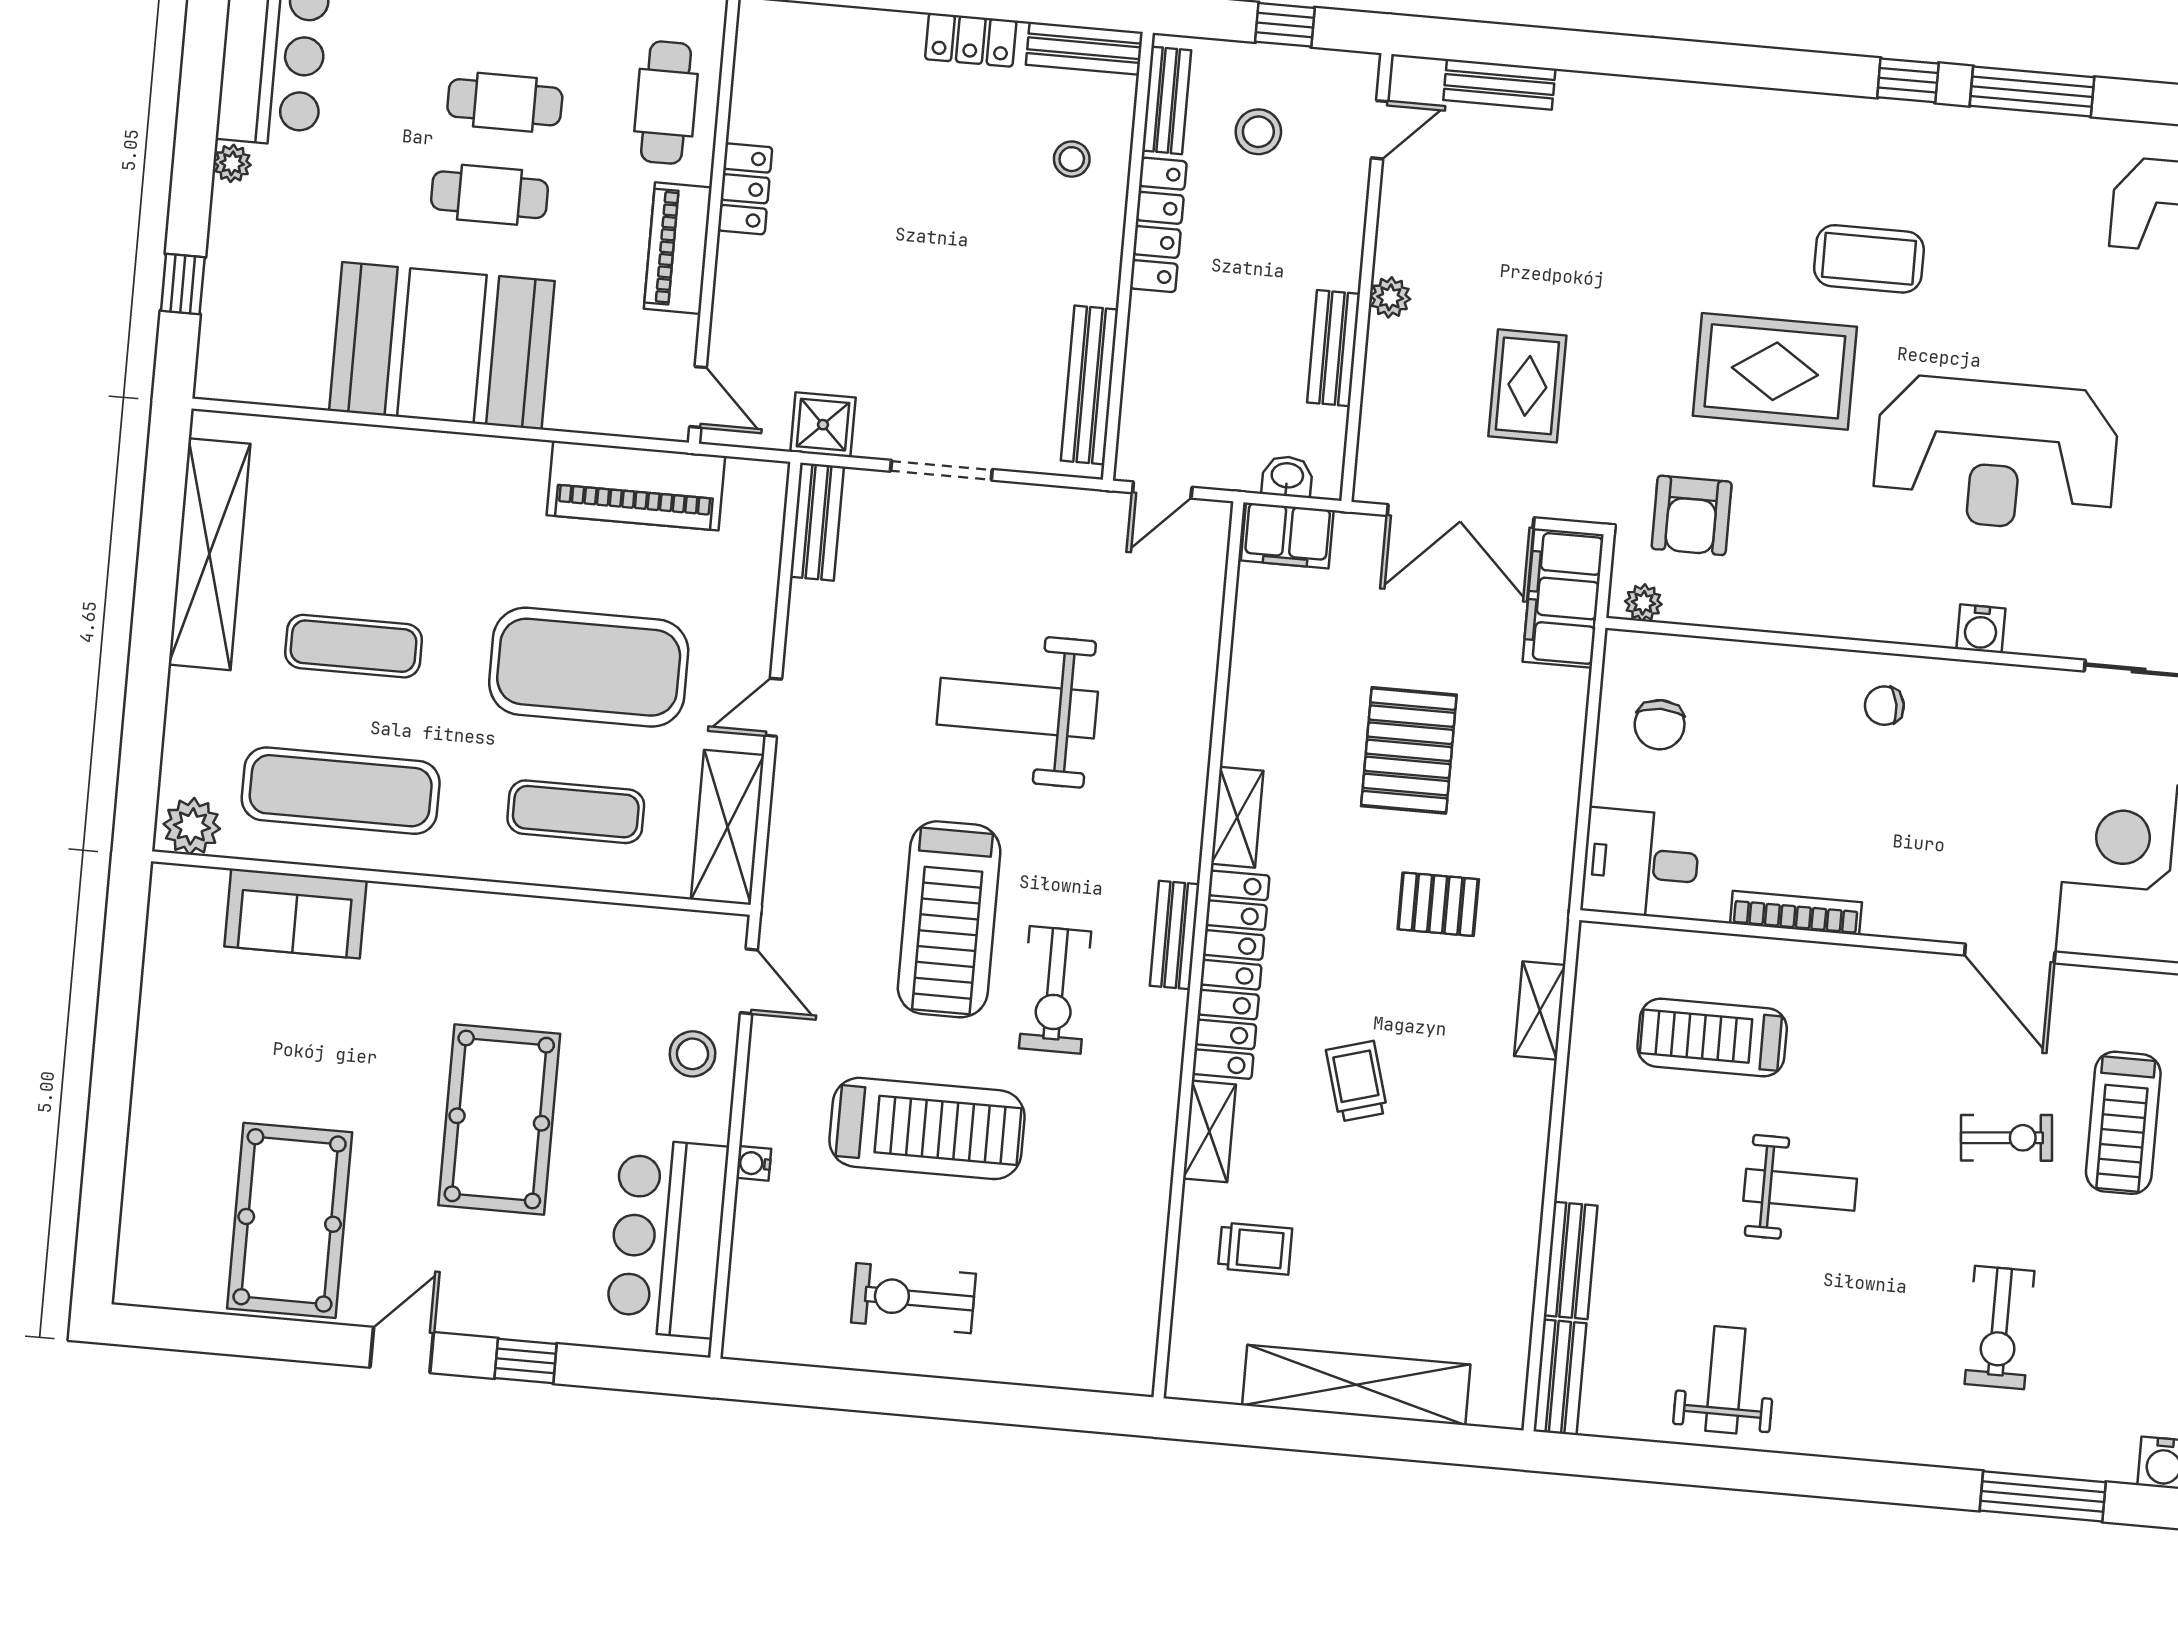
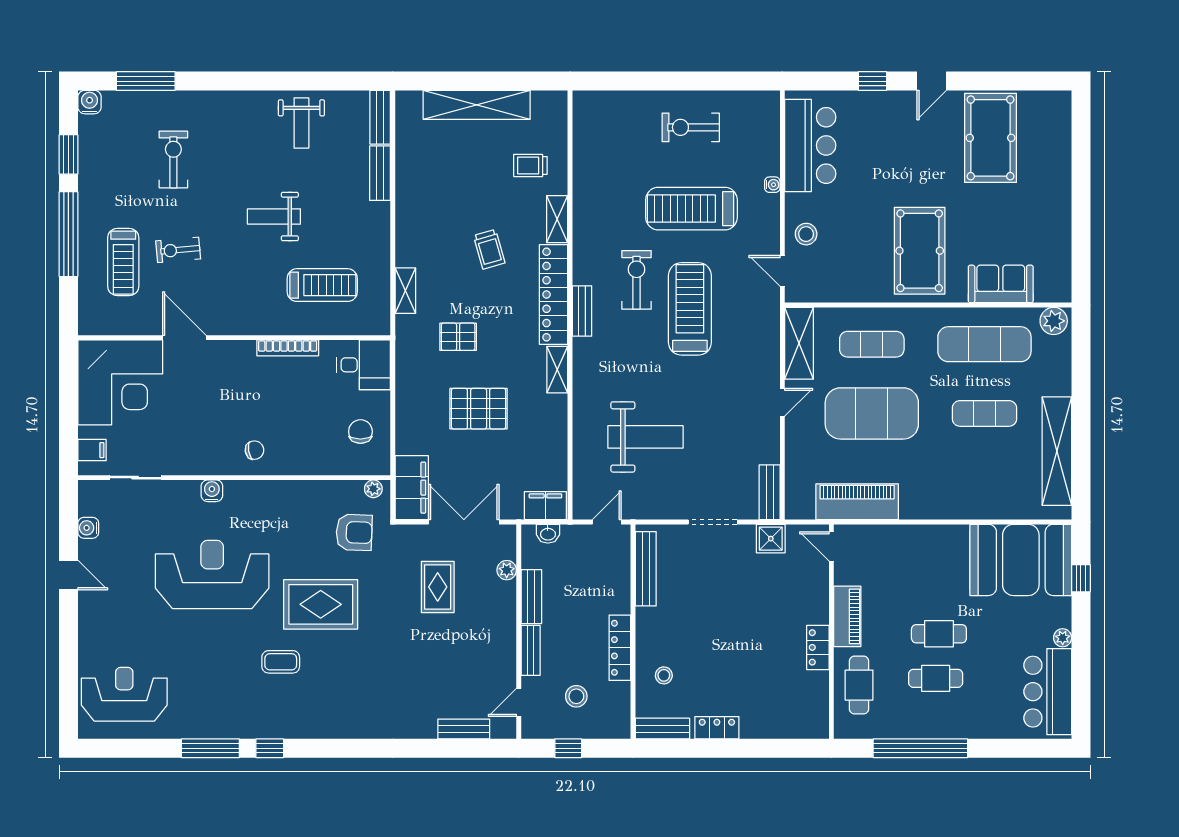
bench: (1167, 100) -> (531, 650), moved
coffee table: (1869, 259) -> (281, 662), width x0.73, depth x0.77
plant: (1390, 297) -> (507, 570), moved
booth: (442, 346) -> (1021, 560), moved
armchair: (1692, 515) -> (354, 532), turned 92
weight bench: (1017, 708) -> (645, 437), moved
pallet: (1409, 750) -> (479, 409), turned 90
pool table: (499, 1119) -> (920, 251), moved
treadmill: (2123, 1123) -> (123, 262), turned 180
exercise bike: (913, 1298) -> (691, 127), turned 180

